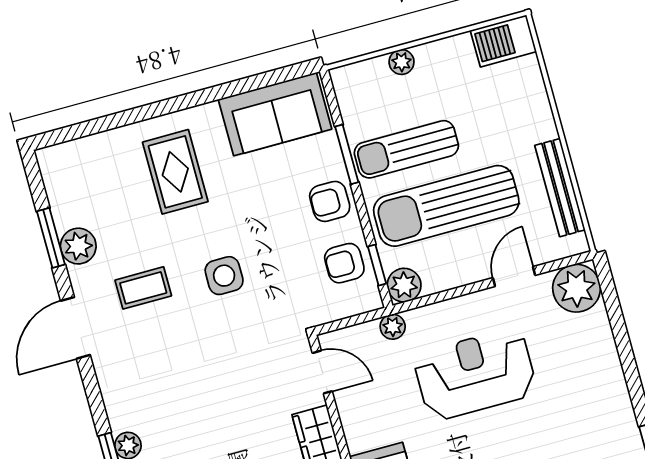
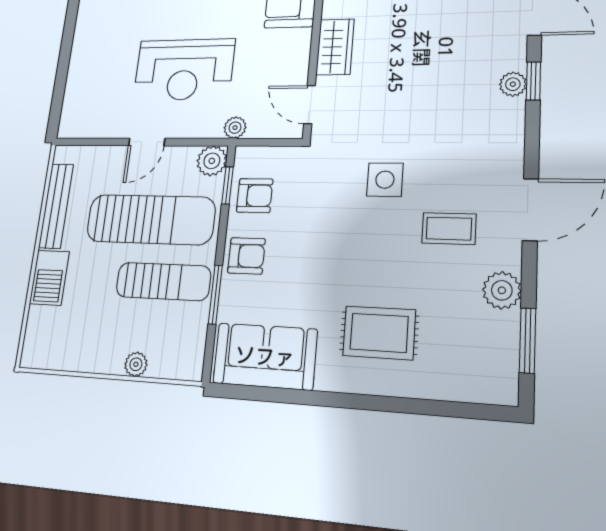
barbecue: (503, 41) -> (49, 278), moved, turned 90
rug: (175, 172) -> (379, 333), turned 90
window: (51, 238) -> (528, 340), moved
side table: (224, 276) -> (385, 180), moved
door: (514, 277) -> (147, 142), moved
plant: (577, 288) -> (78, 118), removed

